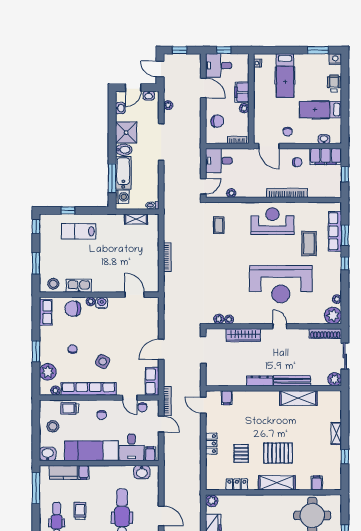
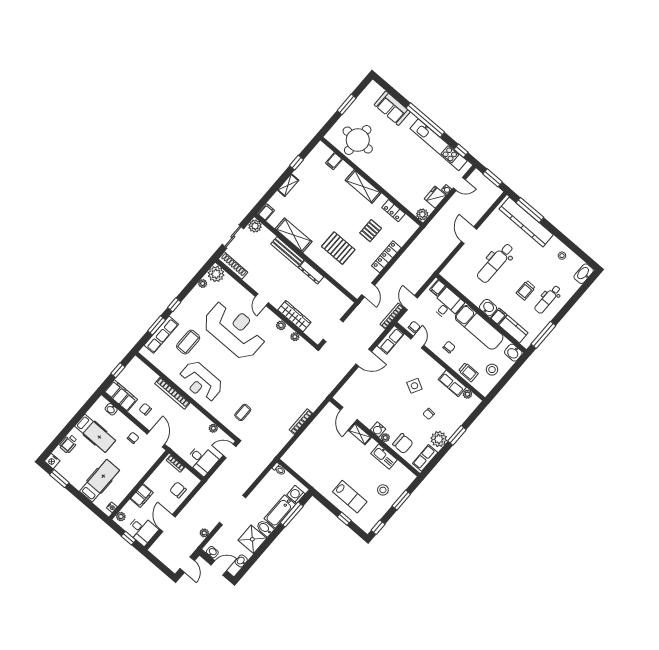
window: (179, 50) -> (161, 566), removed
plant: (244, 108) -> (121, 517), moved
shelving: (136, 219) -> (360, 434), moved
stool: (53, 284) -> (383, 490), moved
plant: (219, 319) -> (281, 325), moved
plant: (48, 372) -> (439, 439), moved
row of seats: (89, 389) -> (452, 383), width x0.50
filing cabinet: (227, 398) -> (266, 212), moved
locker: (211, 444) -> (386, 257), width x1.53
pallet: (278, 453) -> (338, 248), moved
washbasin: (142, 472) -> (488, 308), moved

